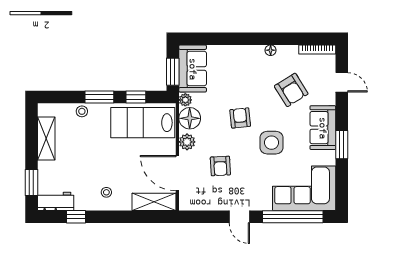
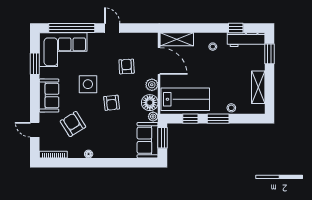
window: (342, 145) -> (35, 64), moved
workbench: (56, 201) -> (246, 40), width x1.38

